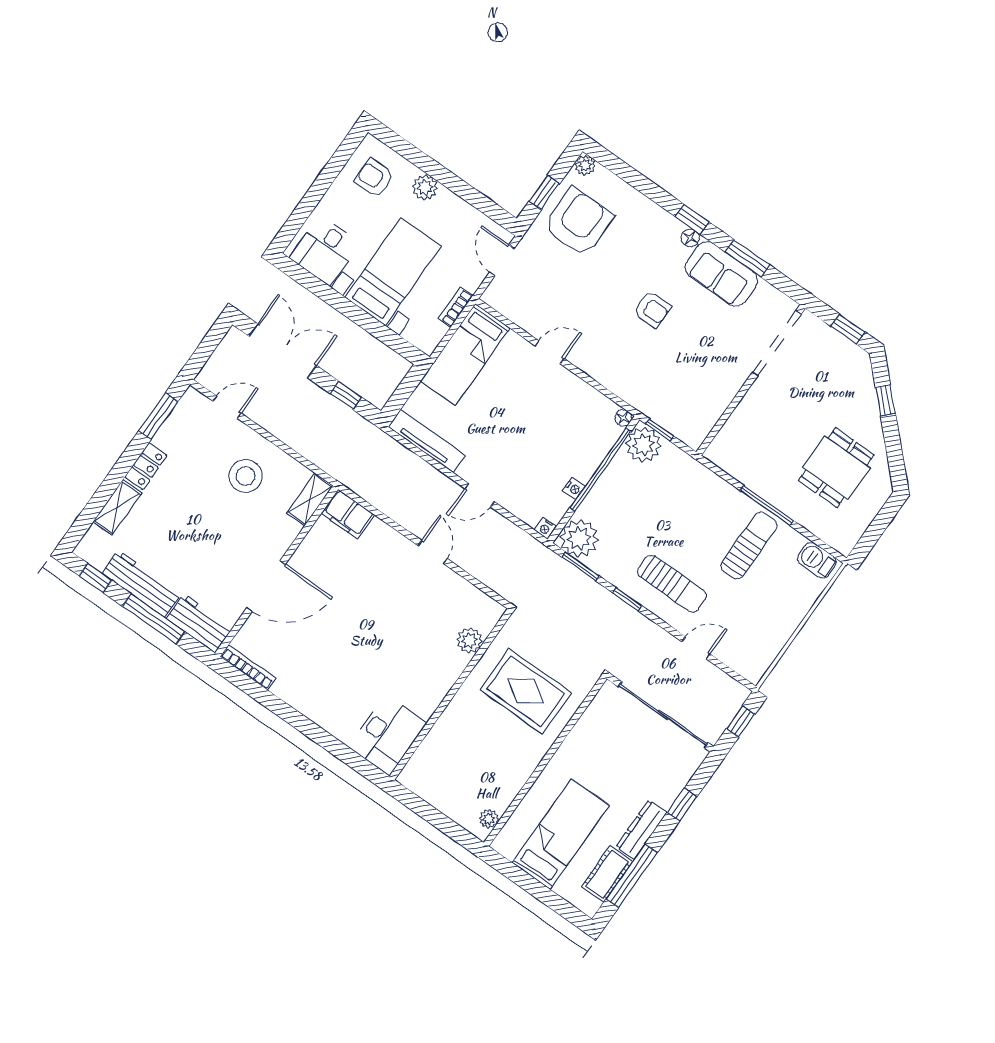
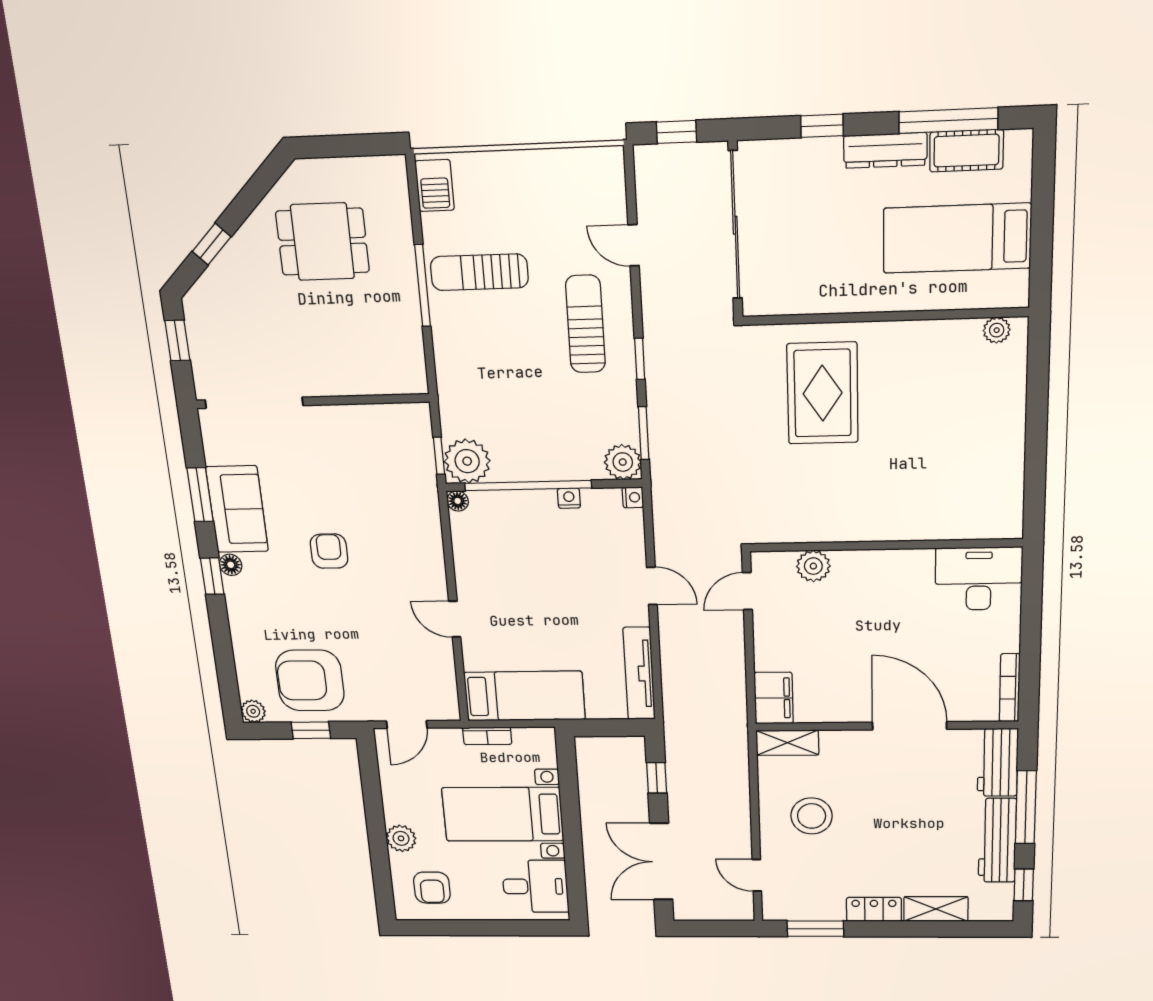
plant: (579, 538) -> (623, 462), width x0.73, depth x0.73
plant: (470, 640) -> (813, 566), moved
wall: (451, 694) -> (885, 545), moved
desk: (387, 735) -> (979, 579), moved

